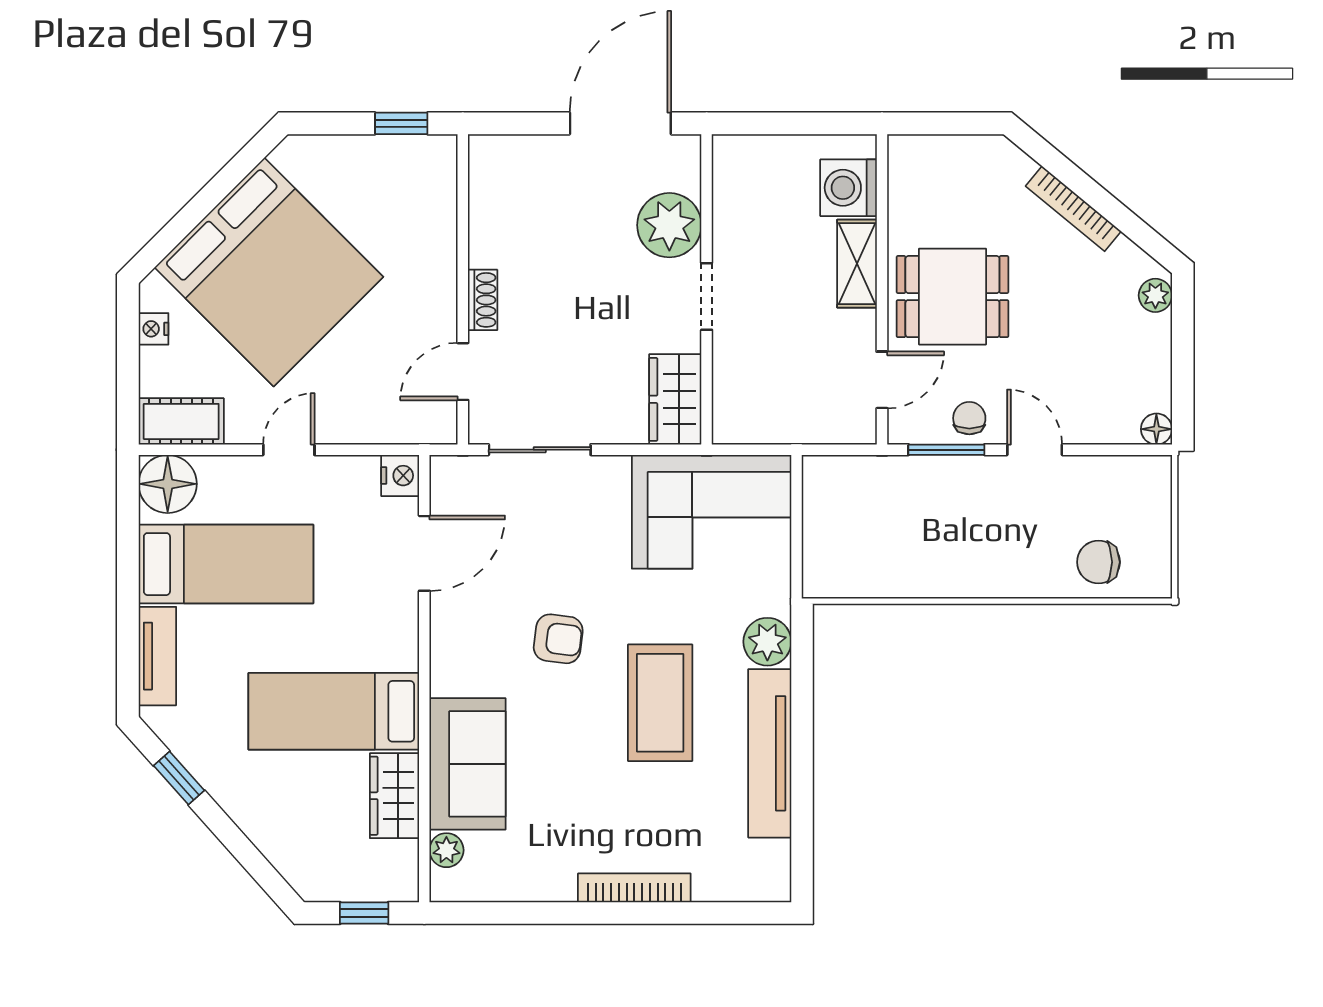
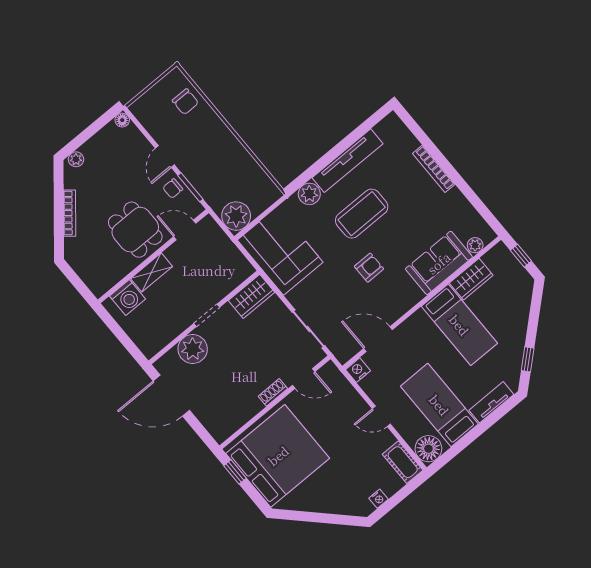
bed: (269, 272) -> (278, 456), moved, turned 45
plant: (833, 486) -> (236, 216), added
armchair: (558, 639) -> (369, 268), turned 83

